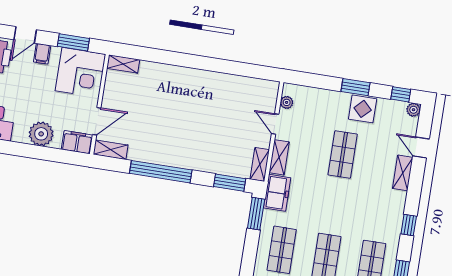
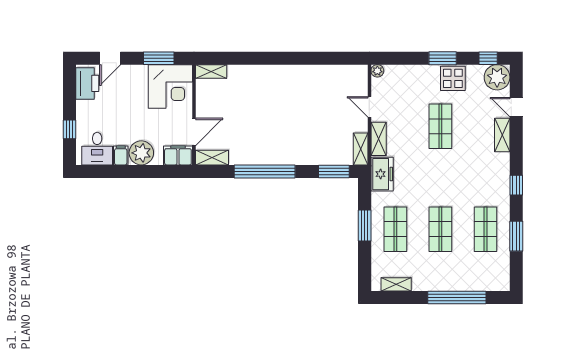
filing cabinet: (42, 54) -> (121, 155), moved, turned 180
plant: (287, 102) -> (377, 71), moved
plant: (413, 110) -> (497, 77), width x1.88, depth x1.88
window: (256, 214) -> (365, 225), moved

